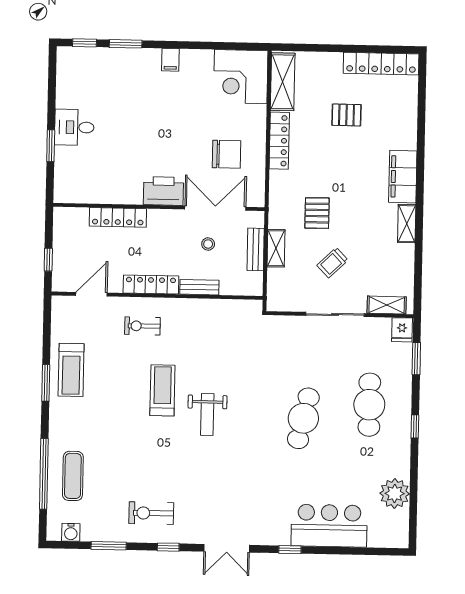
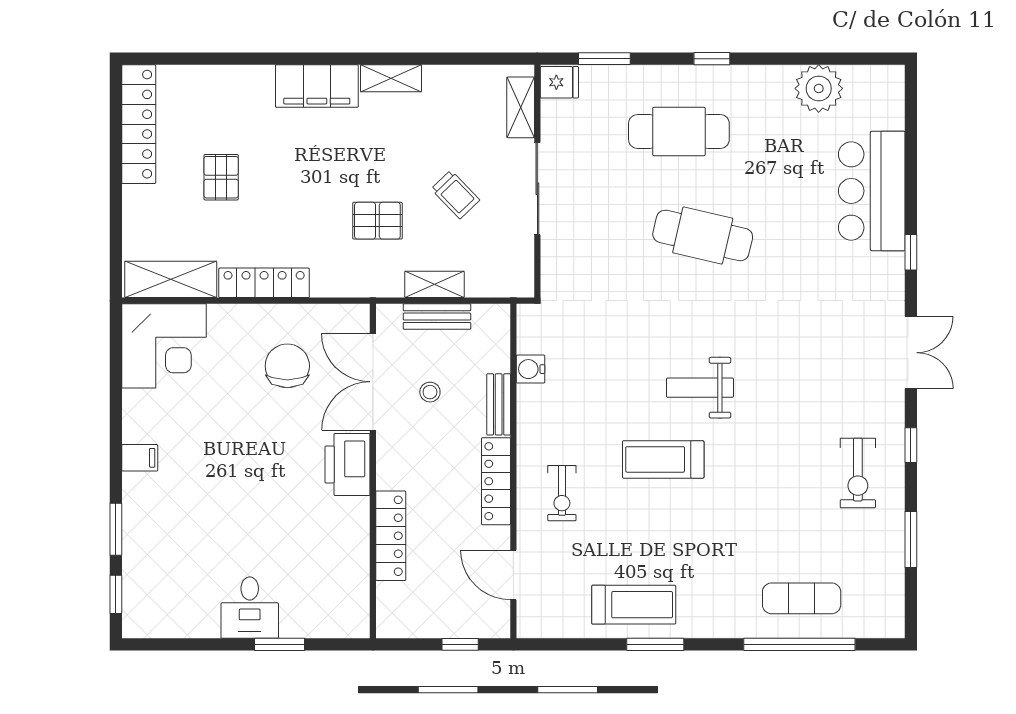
weight bench: (207, 415) -> (700, 388), turned 180
water cooler: (71, 532) -> (531, 369), moved, turned 180

